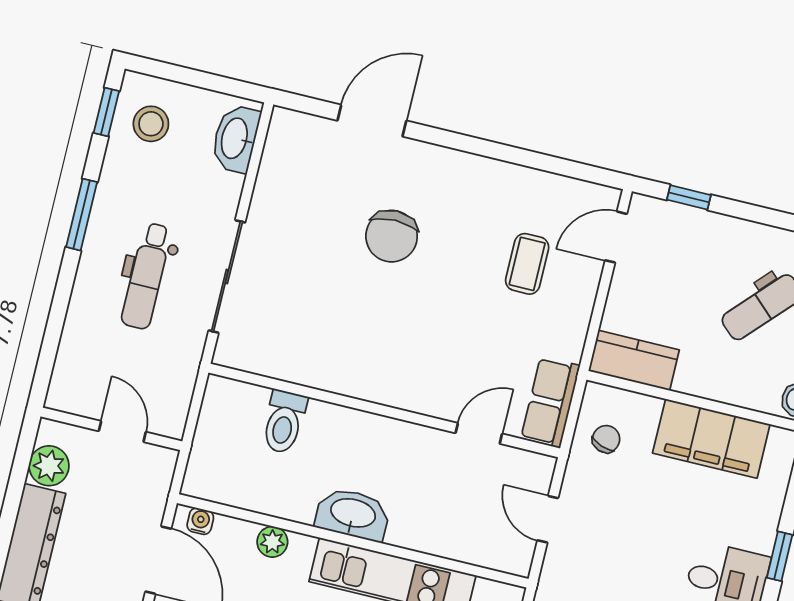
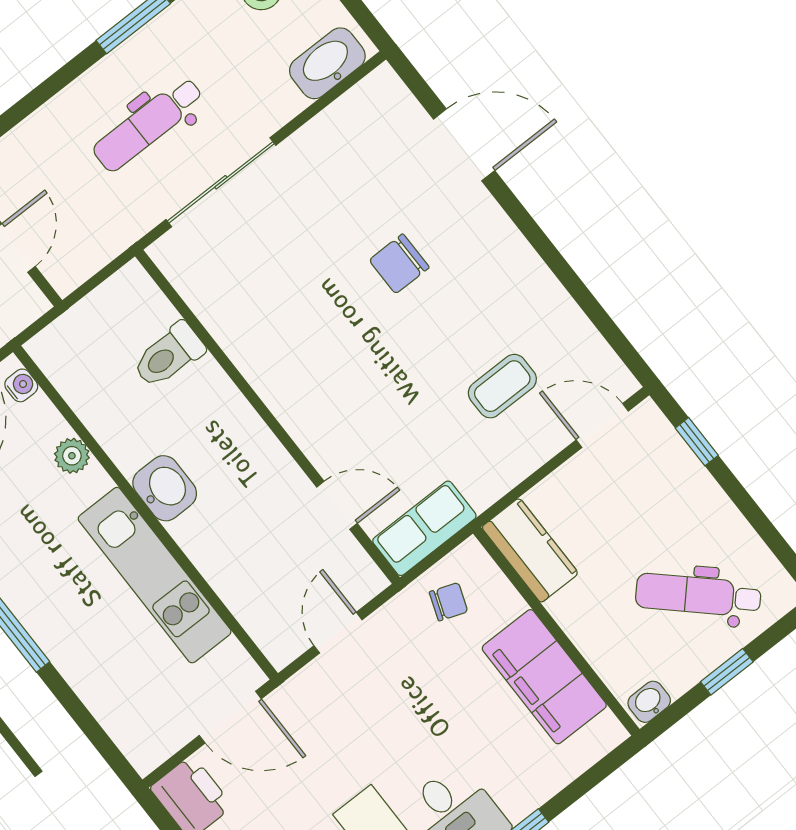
chair: (392, 236) -> (399, 264), width x0.73, depth x0.73
washbasin: (353, 514) -> (165, 488), width x0.72

